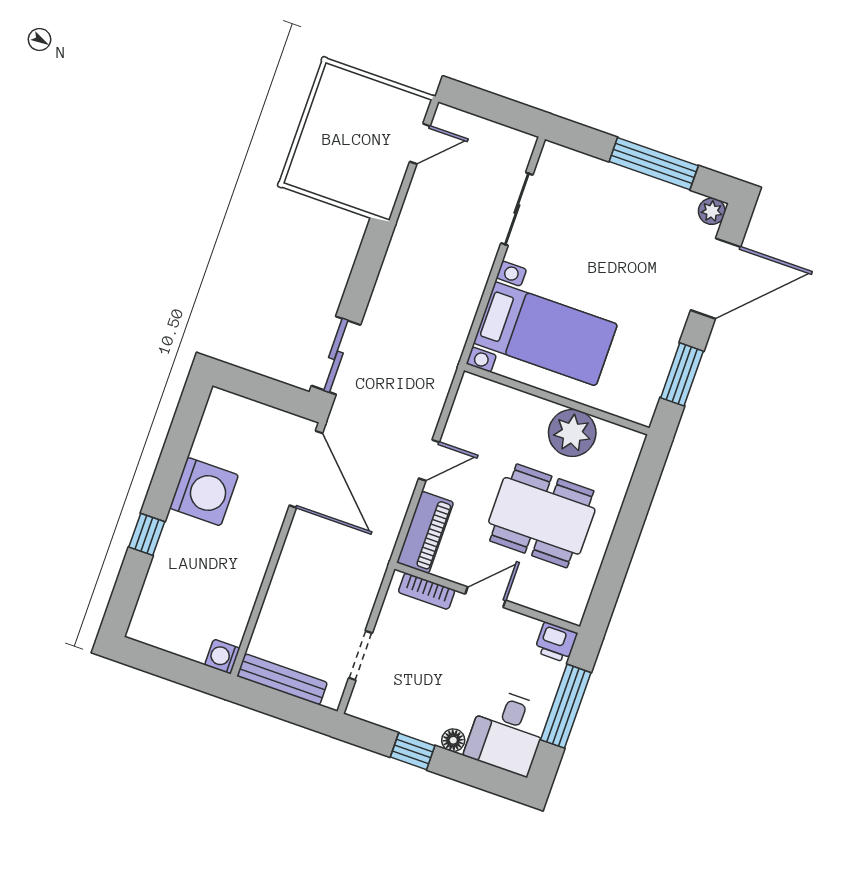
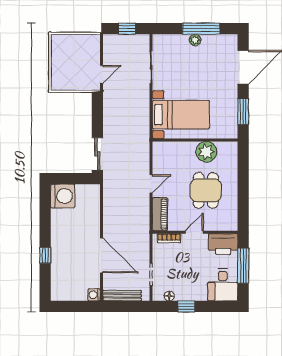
window: (494, 108) -> (127, 29), added
door: (420, 144) -> (102, 74), moved
plant: (712, 211) -> (195, 40), moved
door: (306, 469) -> (102, 255), moved
washing machine: (204, 492) -> (63, 196), moved
dining table: (542, 516) -> (206, 190), width x0.73
printer: (556, 642) -> (223, 244), width x1.87, depth x1.48
floor lamp: (453, 740) -> (169, 296), moved

